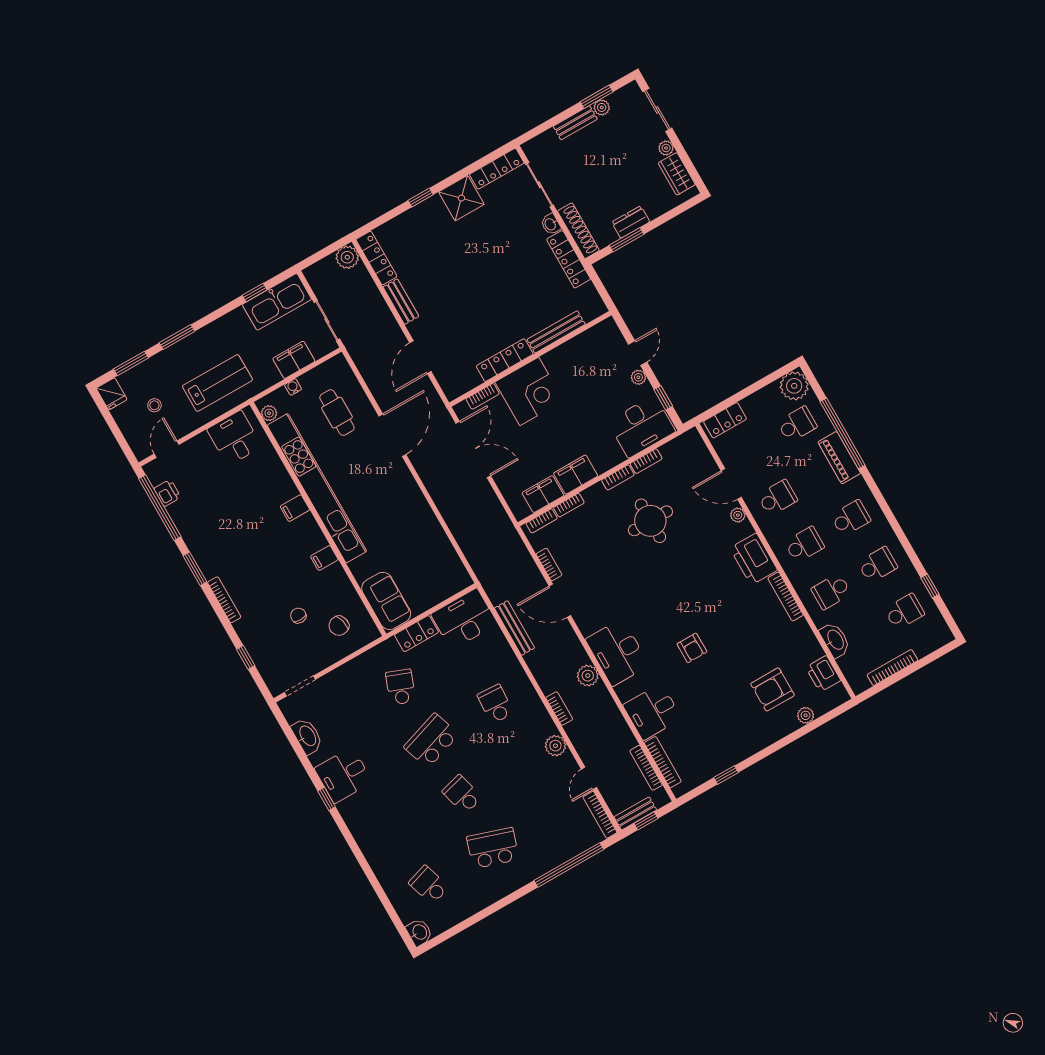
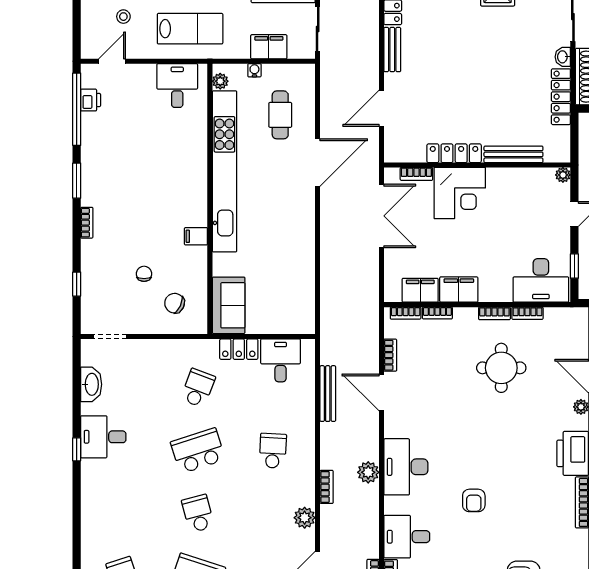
plant: (638, 377) -> (563, 175), moved
filing cabinet: (295, 508) -> (195, 178), removed
bookcase: (224, 600) -> (87, 223), width x0.64
desk: (464, 619) -> (281, 360), width x0.73
chair: (339, 626) -> (175, 303), turned 39

